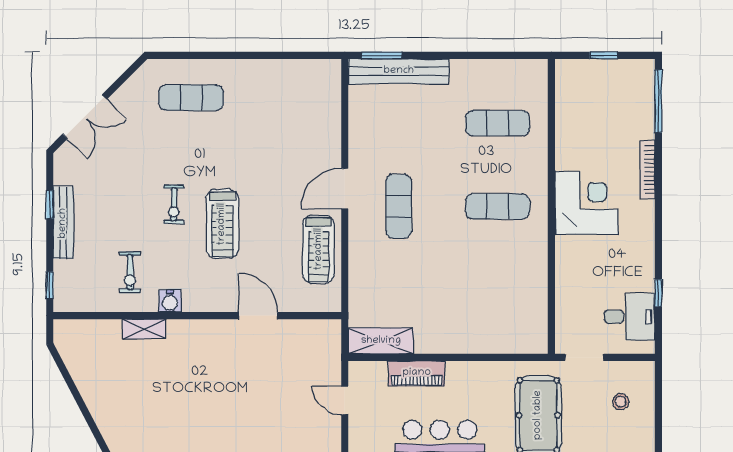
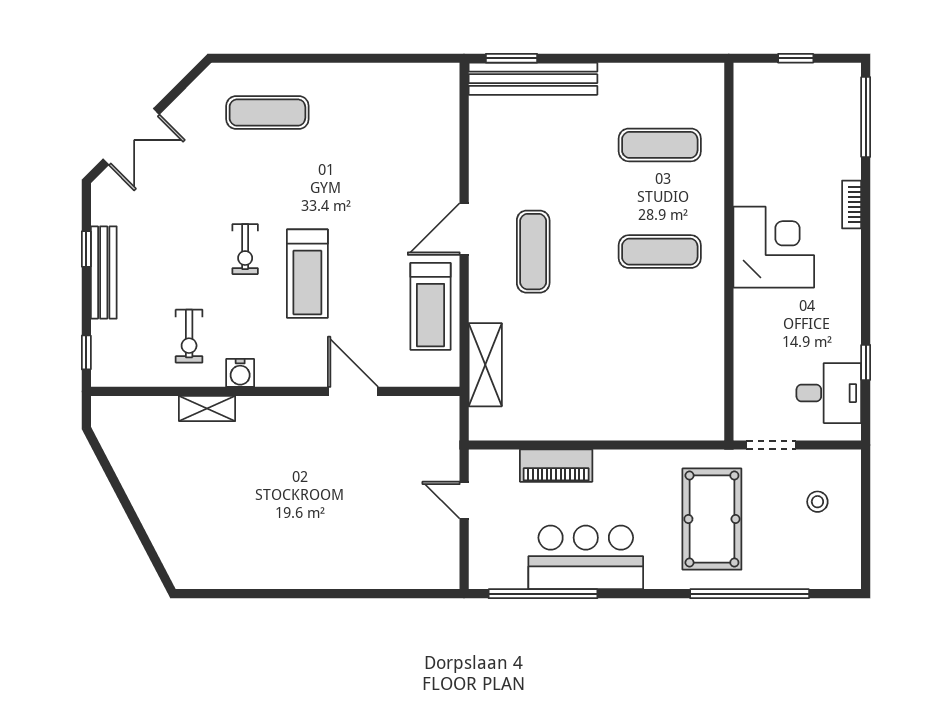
bookcase: (647, 170) -> (852, 205), width x0.64
shelving: (381, 341) -> (485, 365), moved, turned 90

